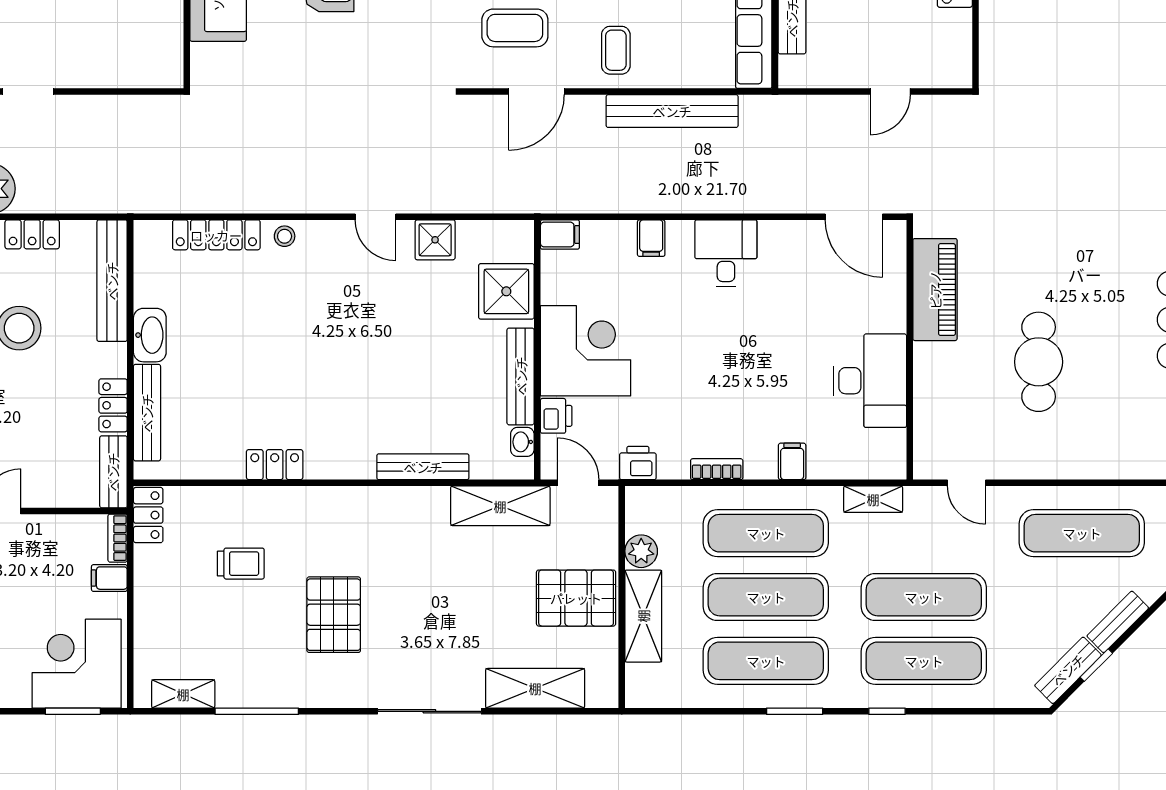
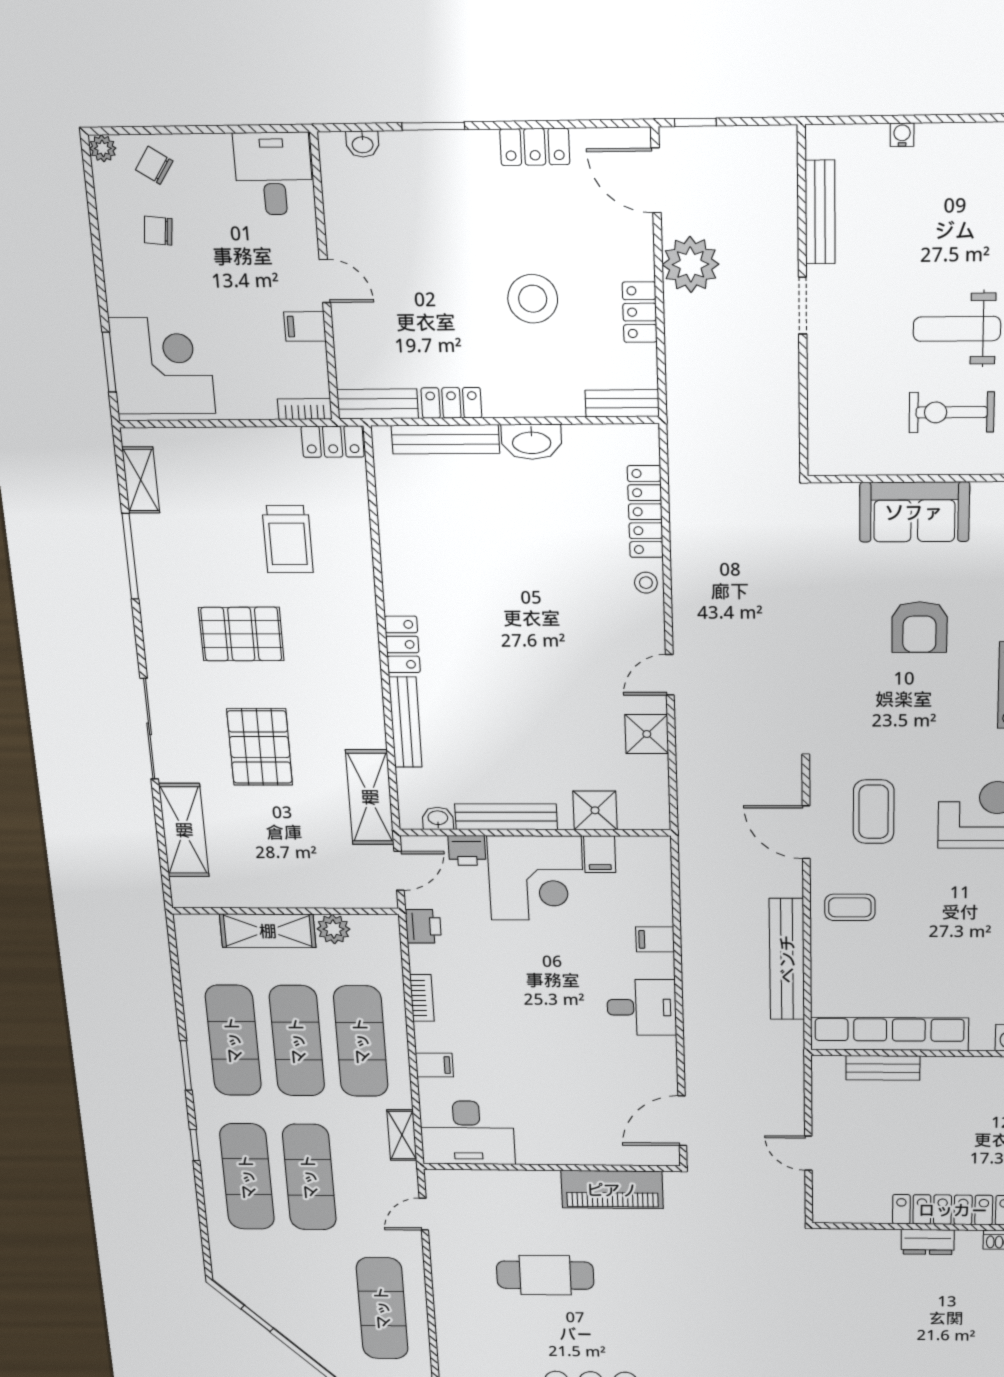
filing cabinet: (560, 235) -> (600, 854), moved
bench: (112, 281) -> (622, 403), width x0.54, depth x0.82
shower: (506, 291) -> (595, 810), width x0.73, depth x0.73
desk: (870, 381) -> (467, 1133), moved
locker: (275, 465) -> (402, 644), moved
trolley: (241, 564) -> (288, 539), width x1.36, depth x1.39
filing cabinet: (109, 578) -> (305, 326), moved, turned -90
pallet: (576, 598) -> (260, 747), moved
bench: (1118, 622) -> (300, 1336), removed
bench: (1068, 670) -> (250, 1296), removed

